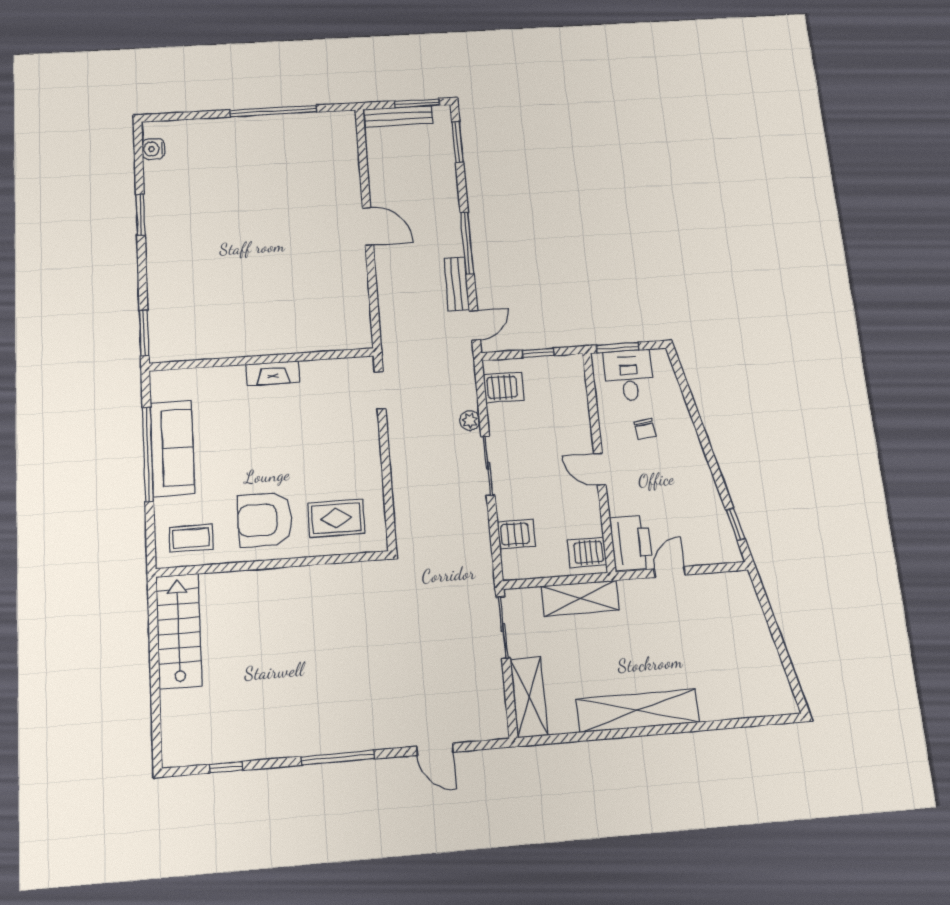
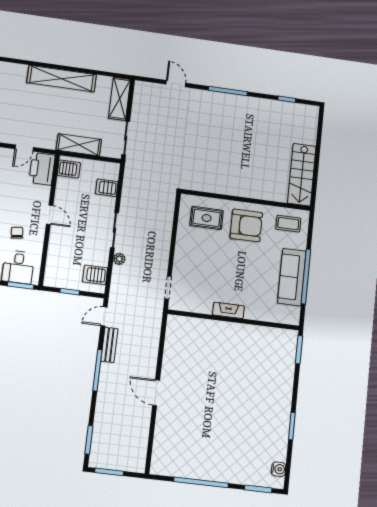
window: (182, 116) -> (258, 489), added
bench: (398, 116) -> (123, 465), removed

